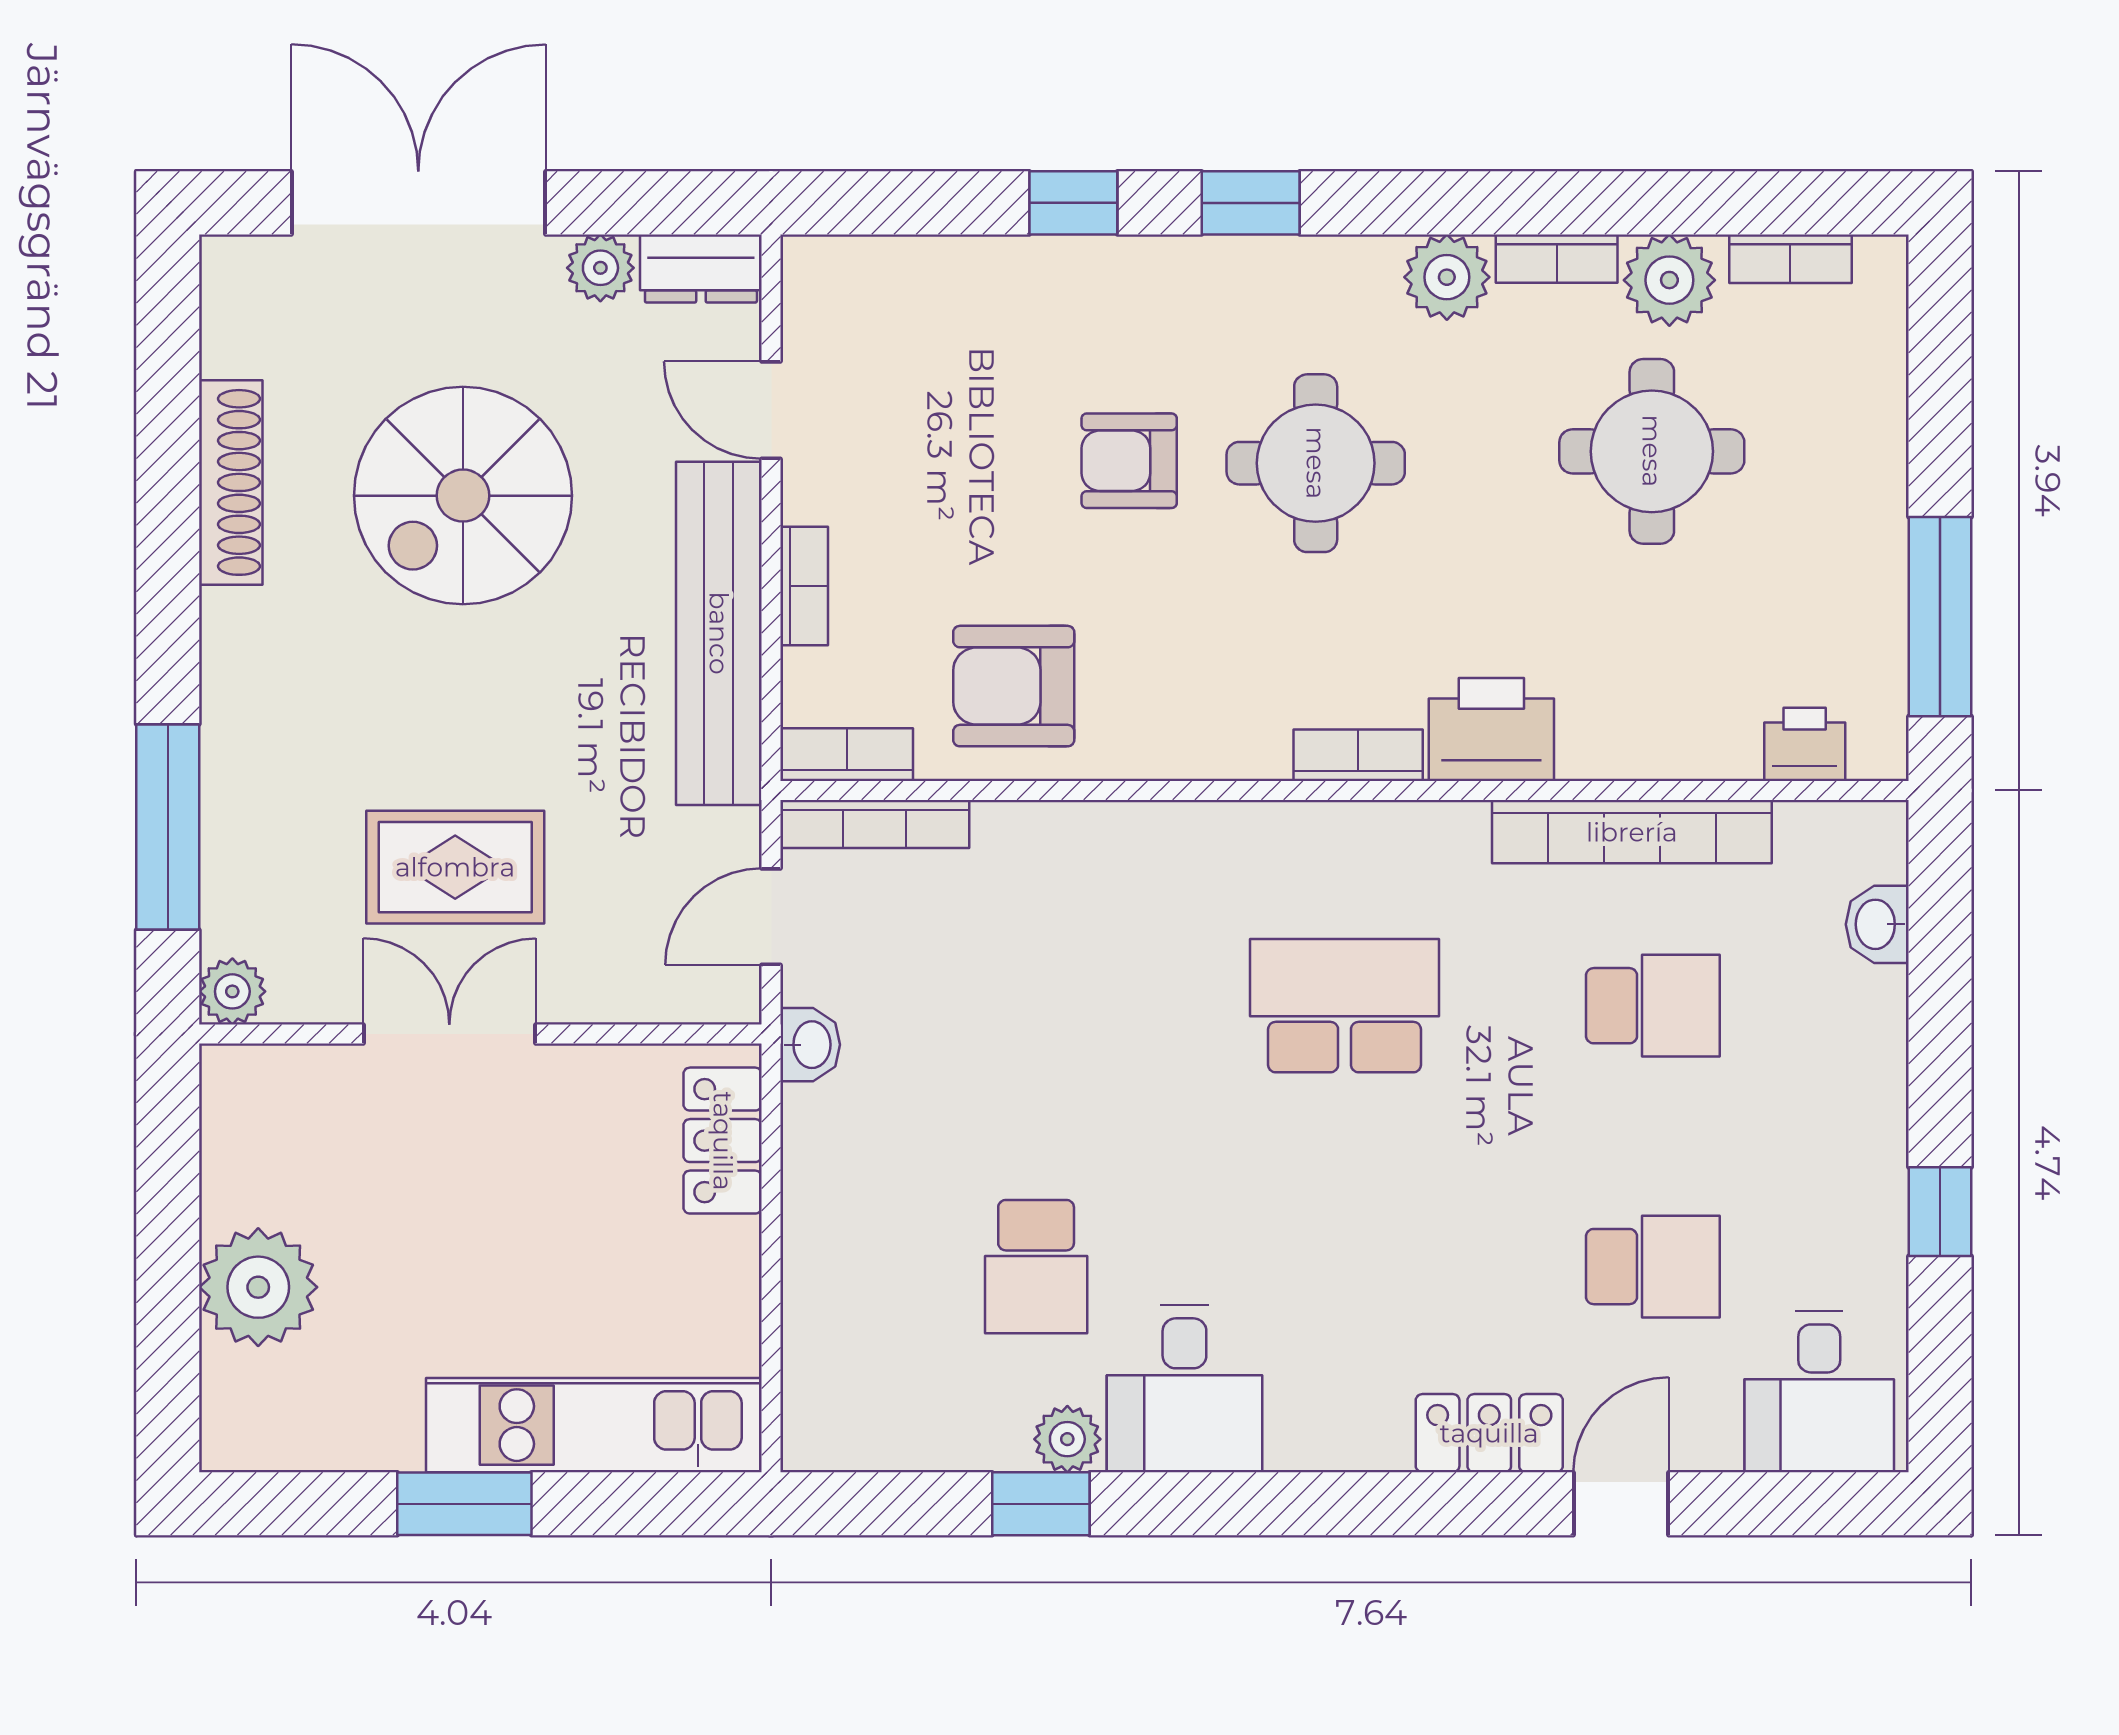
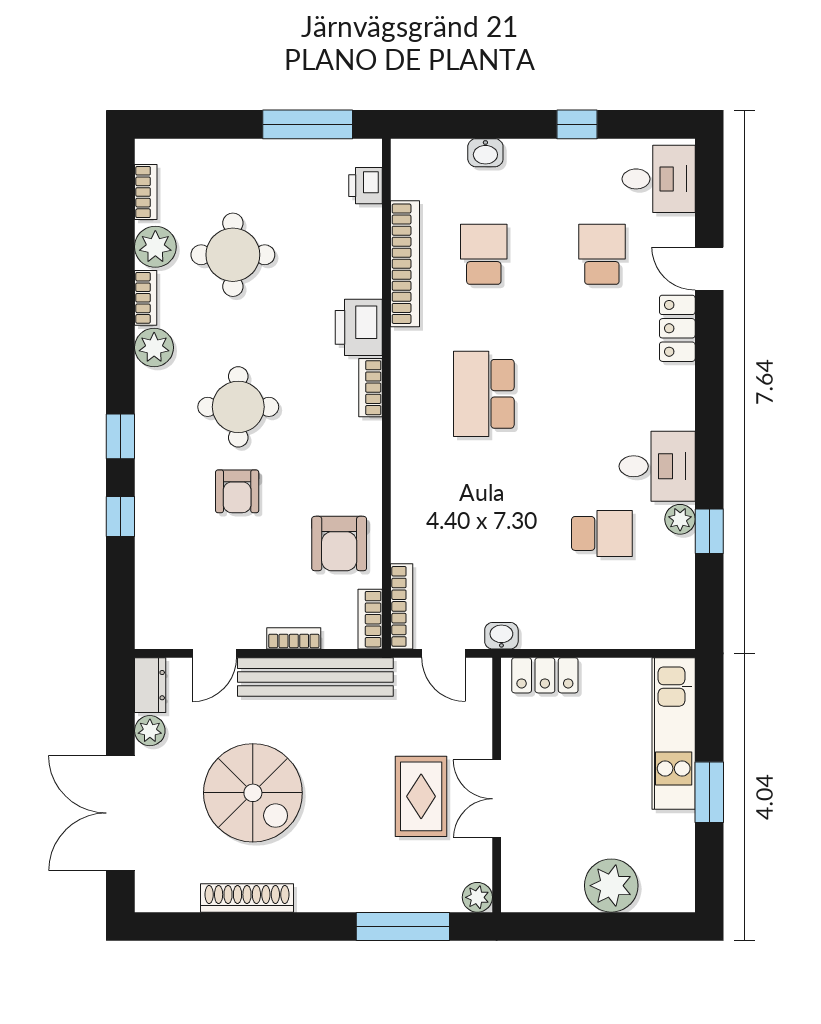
washbasin: (1877, 924) -> (485, 153), moved

